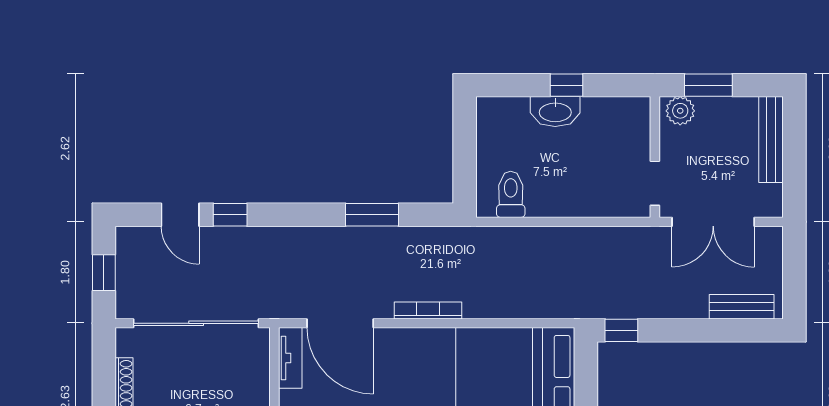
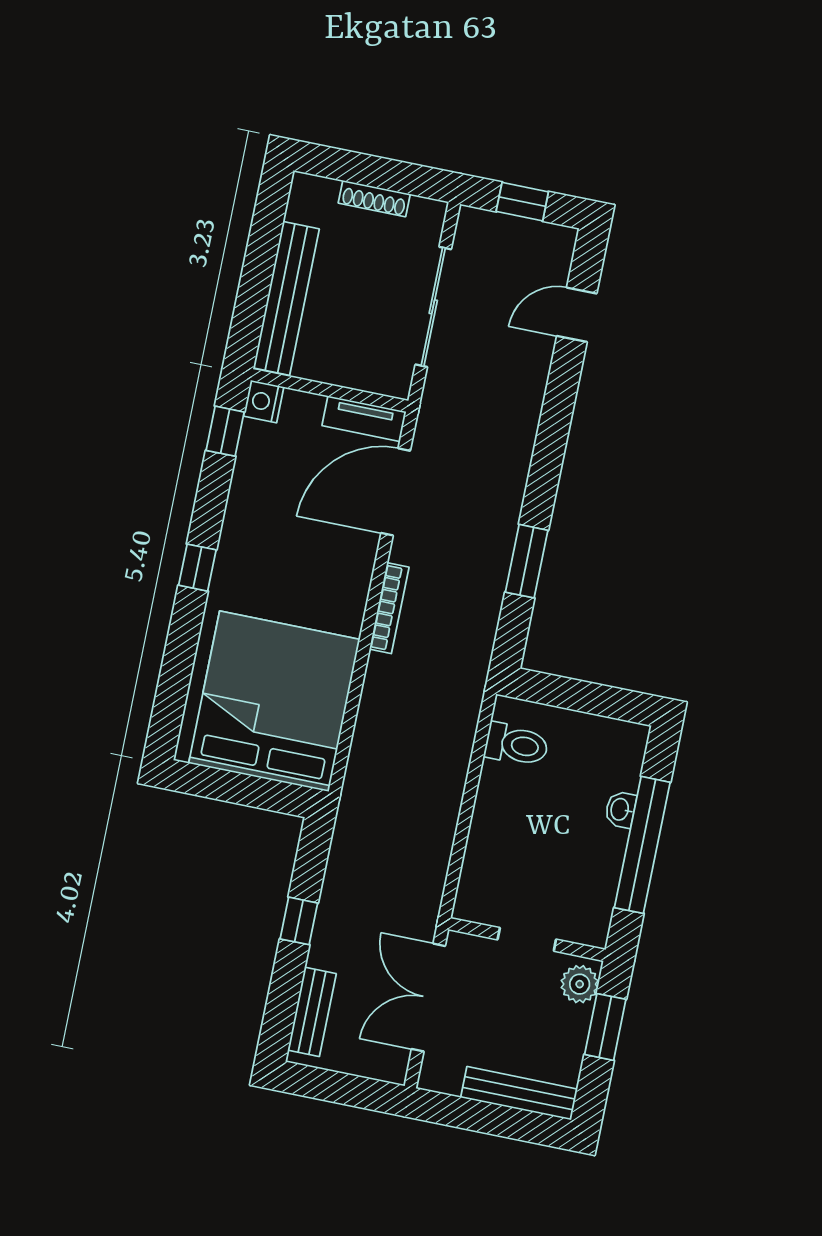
window: (567, 85) -> (642, 845), width x3.17
washbasin: (555, 111) -> (620, 809), width x0.52, depth x0.69
doorway: (655, 183) -> (527, 939), moved
window: (230, 215) -> (564, 379), removed
sliding door: (196, 323) -> (433, 307), width x0.73
window: (621, 330) -> (299, 921), moved

